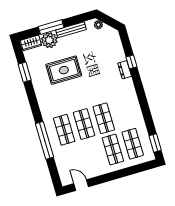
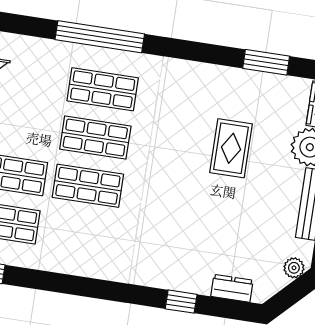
rug: (64, 70) -> (231, 148), width x0.73, depth x0.70
dresser: (125, 70) -> (232, 288), moved

